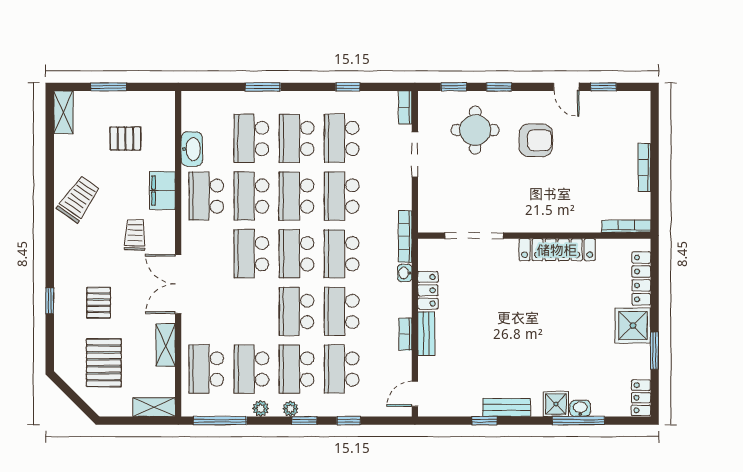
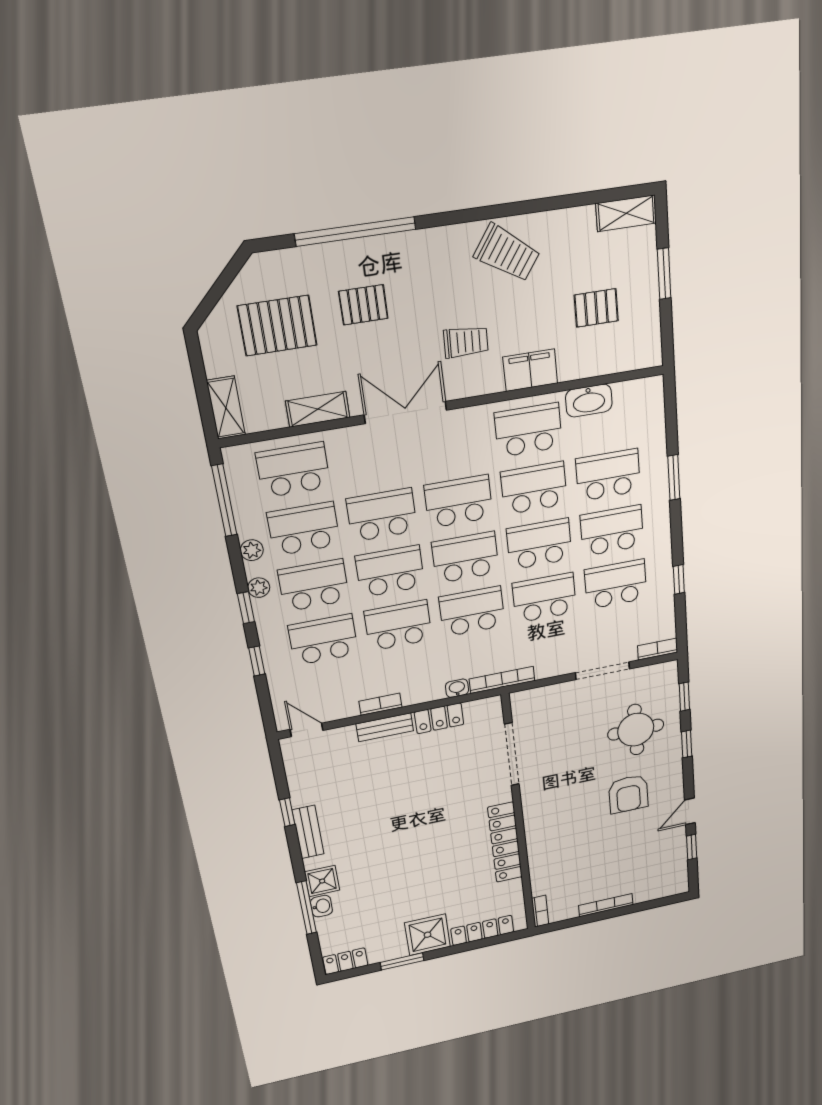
pallet: (125, 138) -> (596, 308), turned 90
bookcase: (626, 226) -> (540, 911), width x0.64
window: (50, 301) -> (355, 231), width x3.17
school desk: (251, 311) -> (382, 515), added

